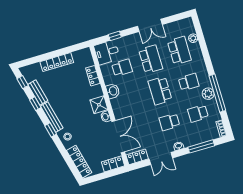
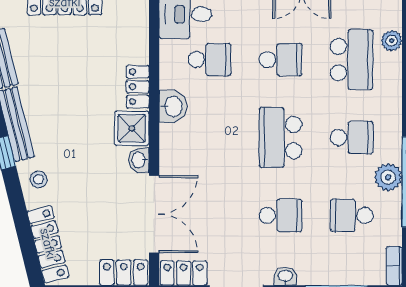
school desk: (151, 59) -> (281, 60), width x0.54
locker: (93, 76) -> (138, 87), moved
school desk: (169, 122) -> (281, 215), turned 180

